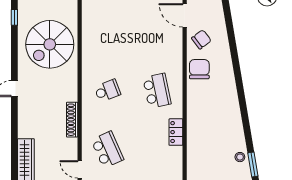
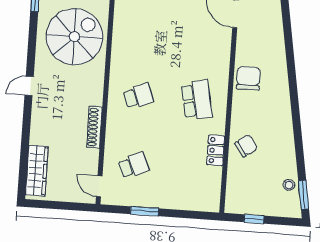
chair: (201, 39) -> (246, 146), moved
spiral stairs: (50, 44) -> (74, 37), turned 180
school desk: (107, 150) -> (134, 165), width x0.54

